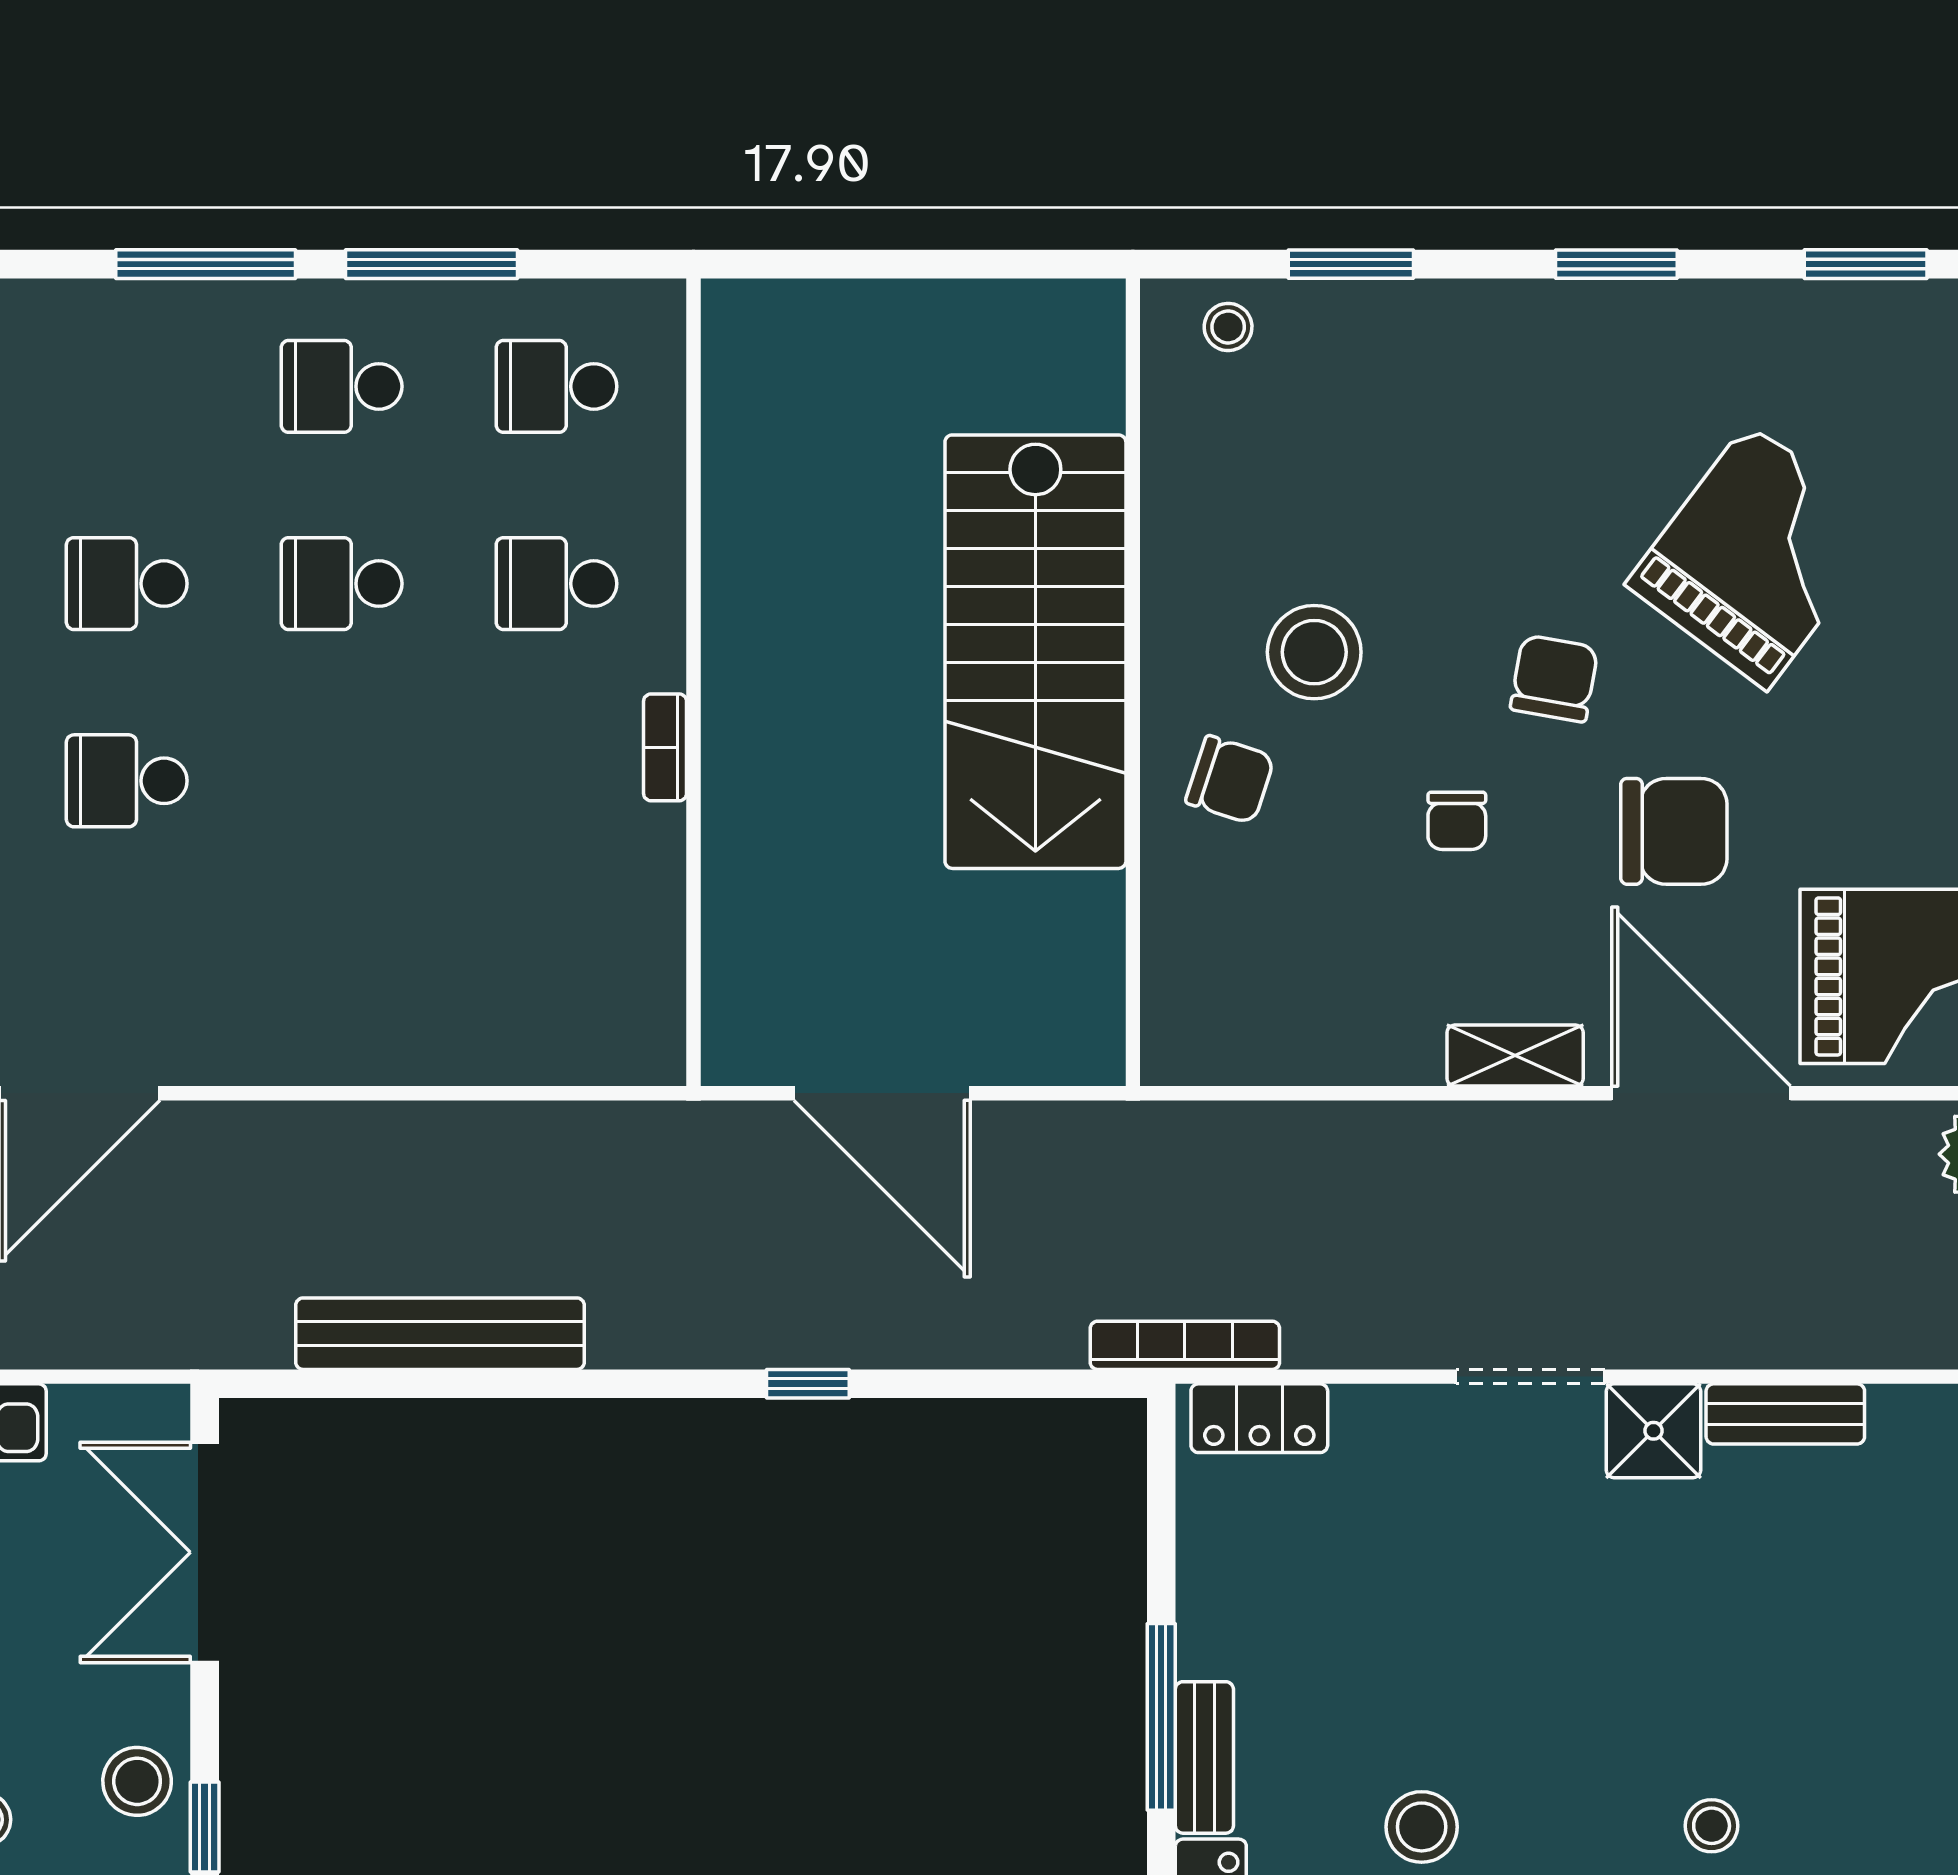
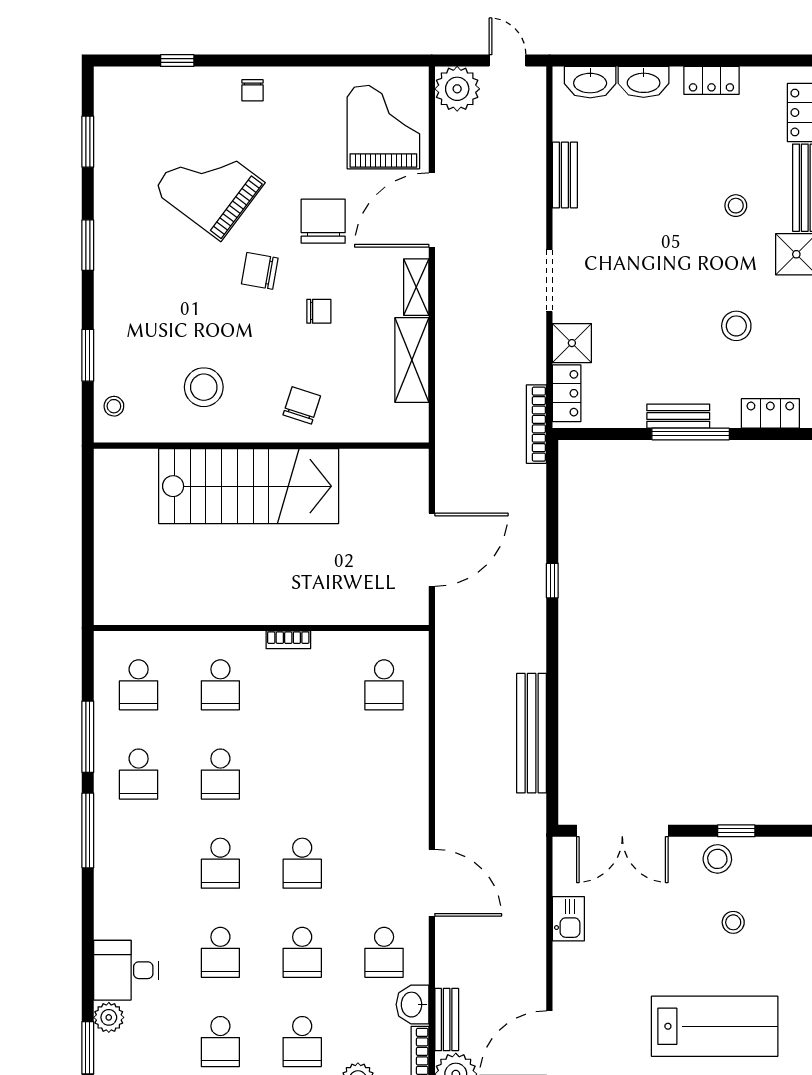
stool: (1314, 652) -> (204, 387), moved
school desk: (557, 978) -> (384, 685), added
shelving: (1339, 1045) -> (412, 360), added
shower: (1653, 1431) -> (572, 343), moved
bench: (1204, 1757) -> (678, 416), moved

